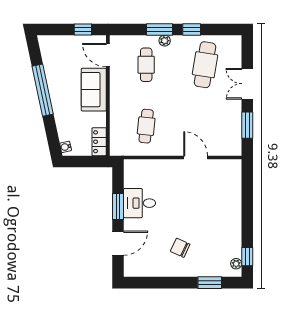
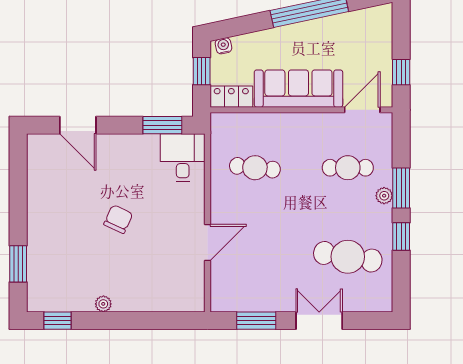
sofa: (94, 90) -> (298, 89), width x1.36
window: (82, 161) -> (202, 71), added
desk: (140, 203) -> (183, 158), moved
window: (118, 207) -> (162, 125), moved
chair: (180, 248) -> (118, 219), moved
plant: (236, 264) -> (103, 304), moved

